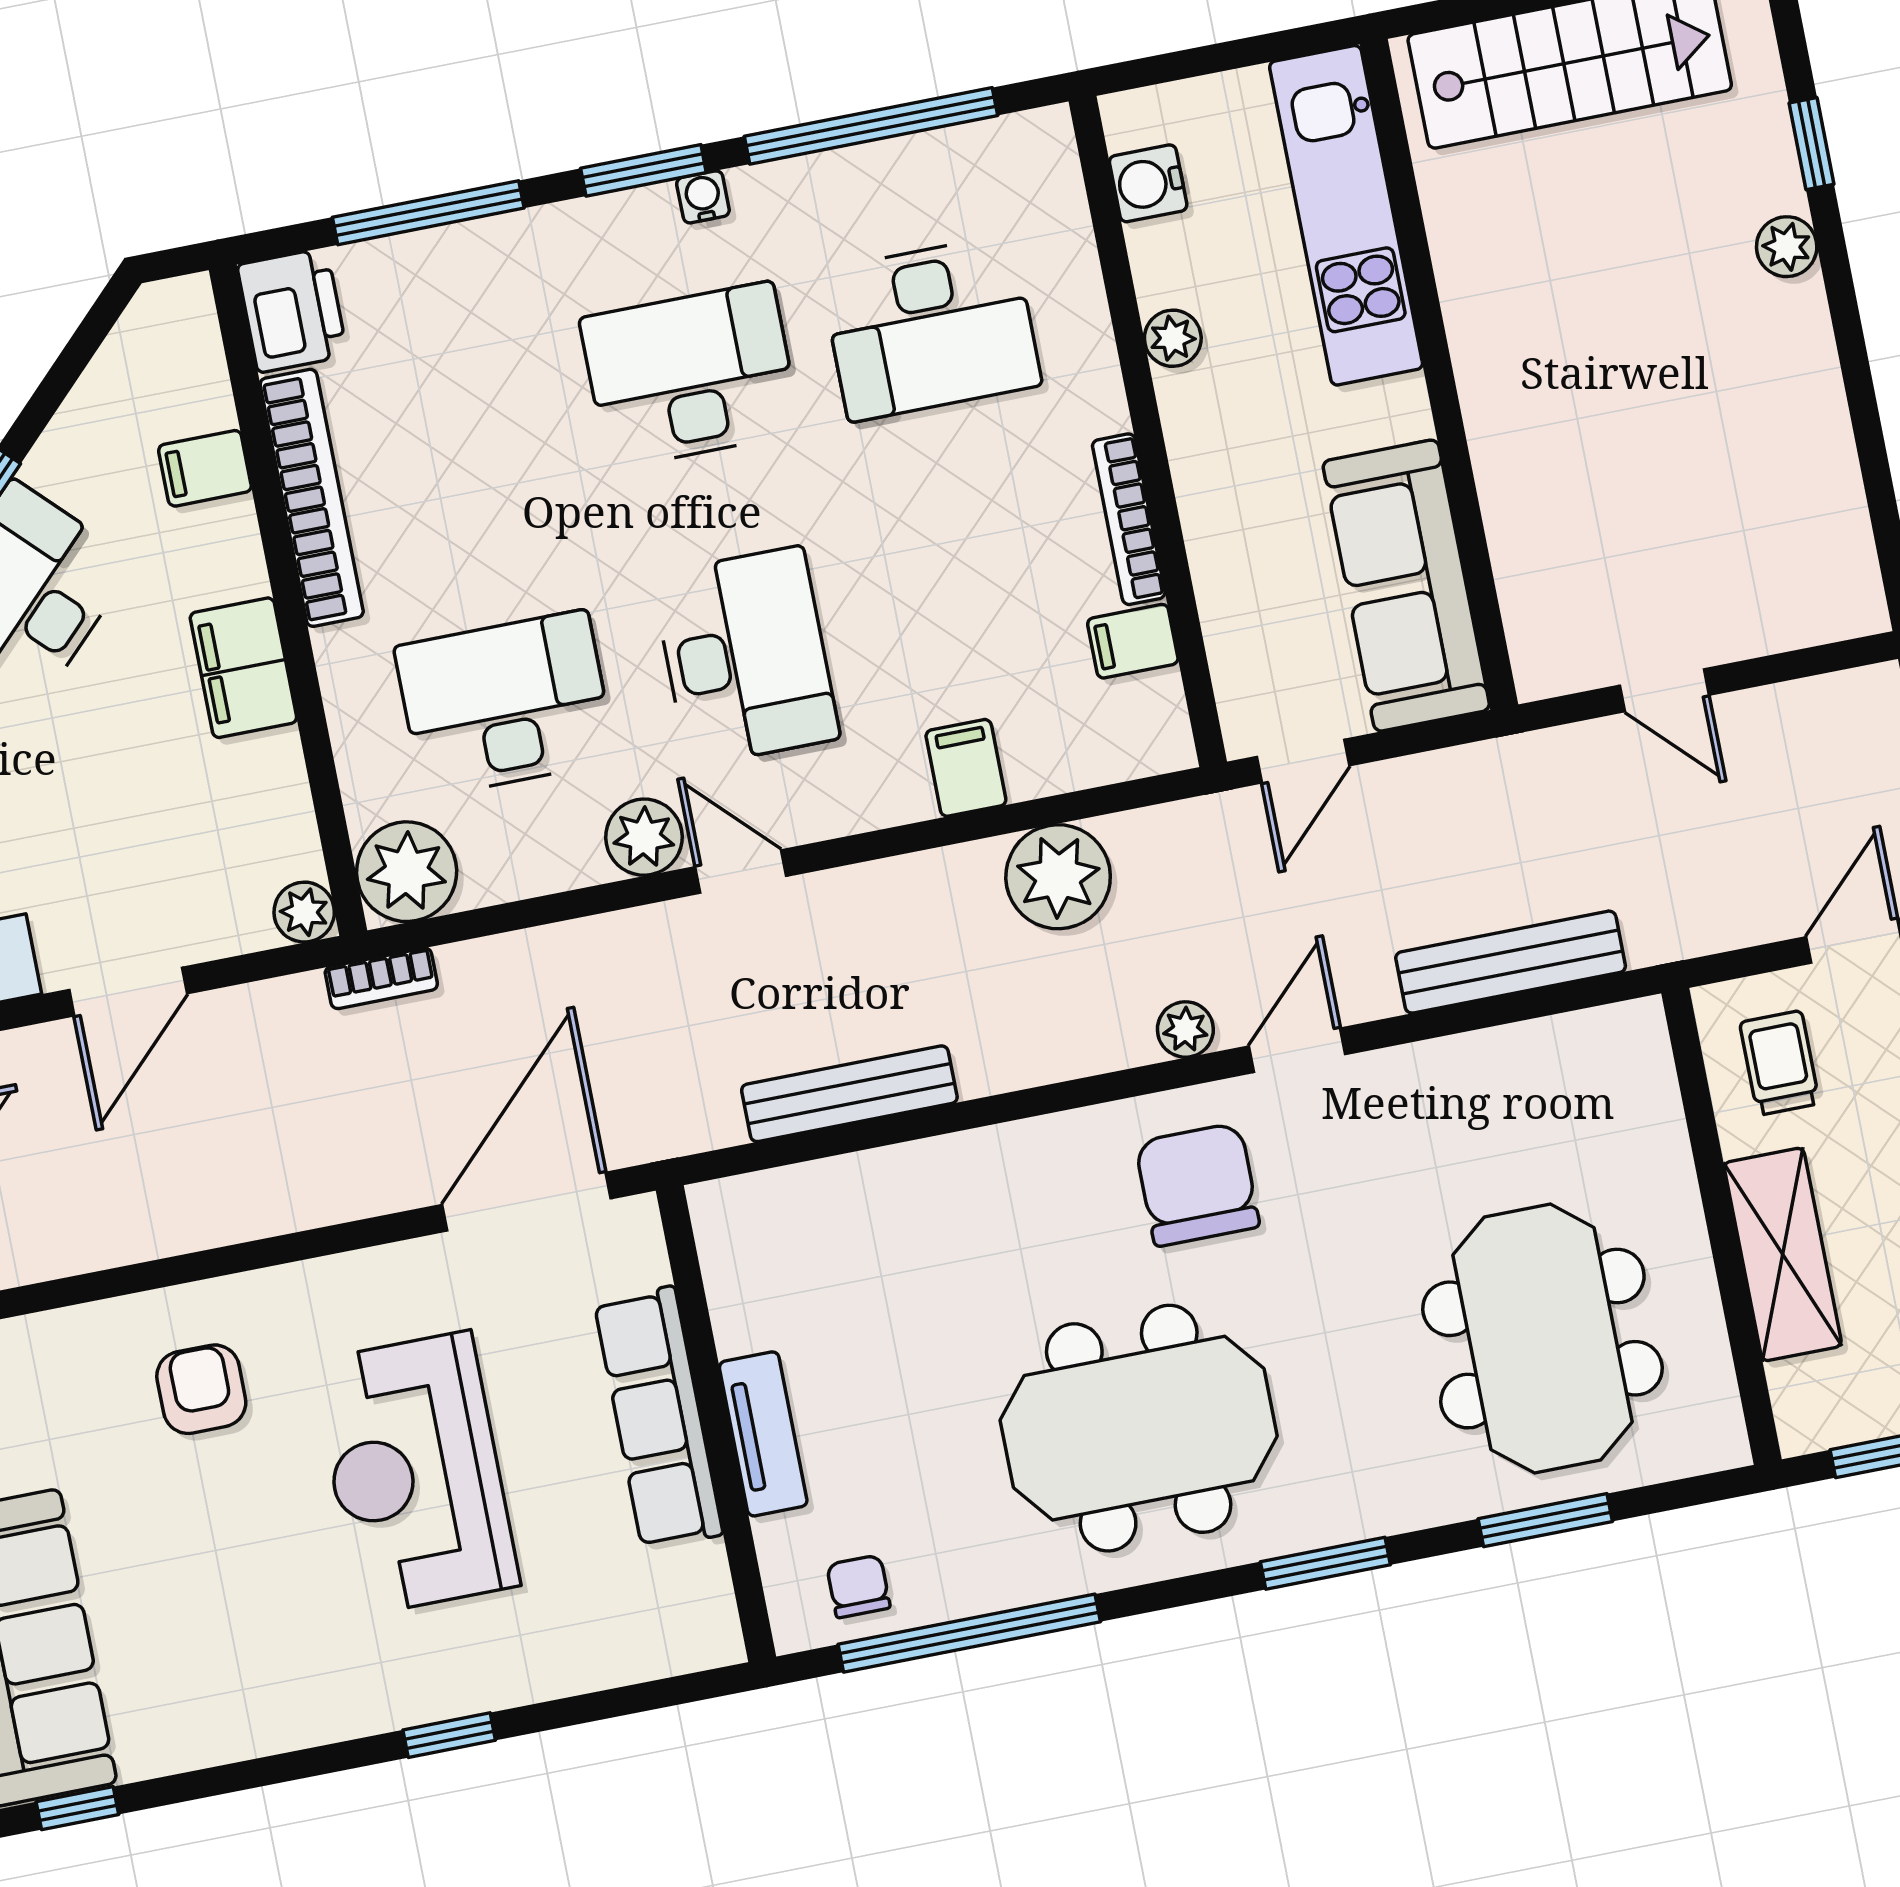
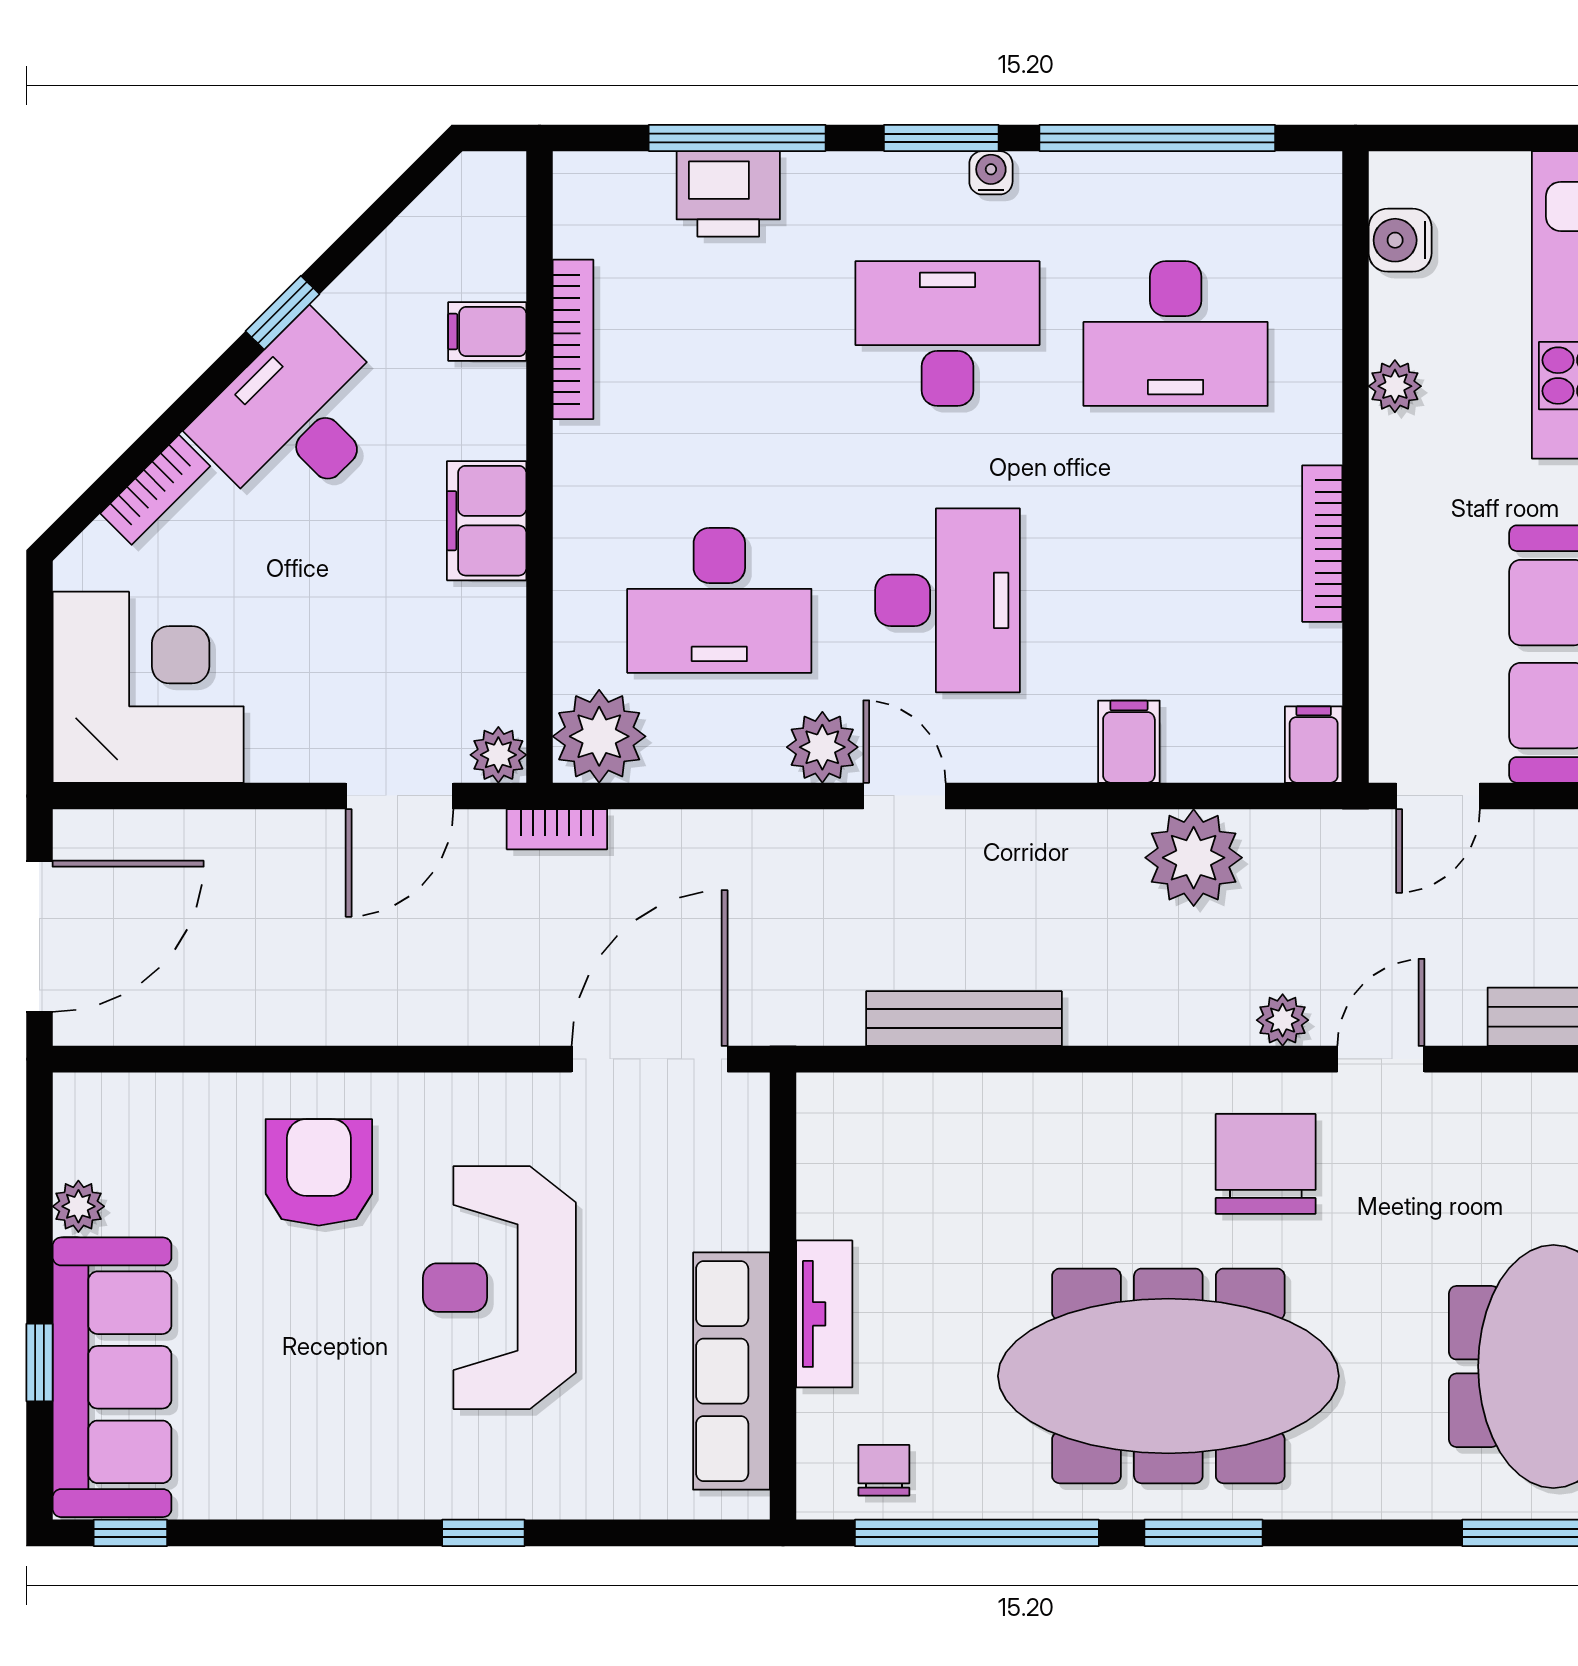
printer: (292, 310) -> (728, 194), moved, turned 90
bookcase: (312, 498) -> (573, 339), width x0.68, depth x0.76
filing cabinet: (1133, 641) -> (1314, 745), moved, turned 90
desk: (505, 704) -> (719, 600), turned 180
door: (128, 992) -> (400, 796), moved
armchair: (201, 1389) -> (319, 1172), width x1.38, depth x1.38
row of seats: (659, 1418) -> (731, 1371), moved
meeting table: (1139, 1428) -> (1168, 1376), width x1.36
window: (1325, 1563) -> (1203, 1533), moved

